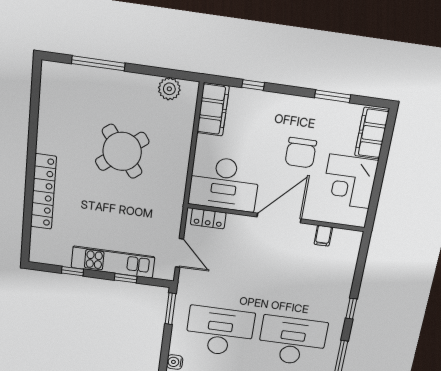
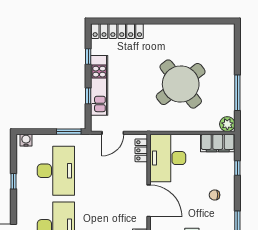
window: (98, 63) -> (237, 93), moved
plant: (169, 89) -> (227, 124), moved
round table: (122, 151) -> (181, 84), width x1.36, depth x1.36
chair: (301, 153) -> (215, 195), moved, width x0.54, depth x0.54
locker: (43, 192) -> (117, 31), moved

